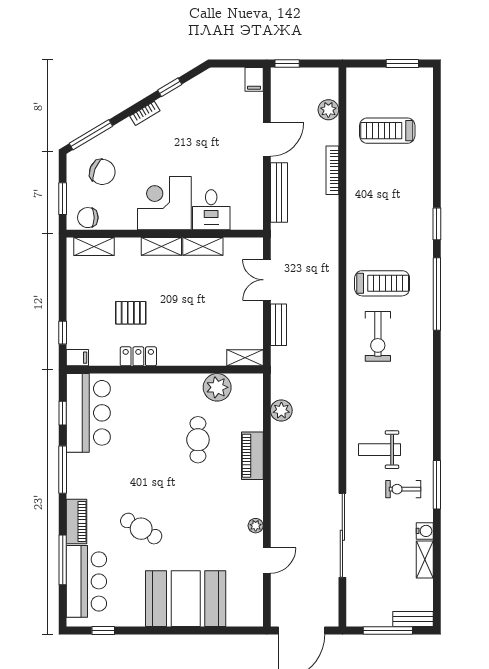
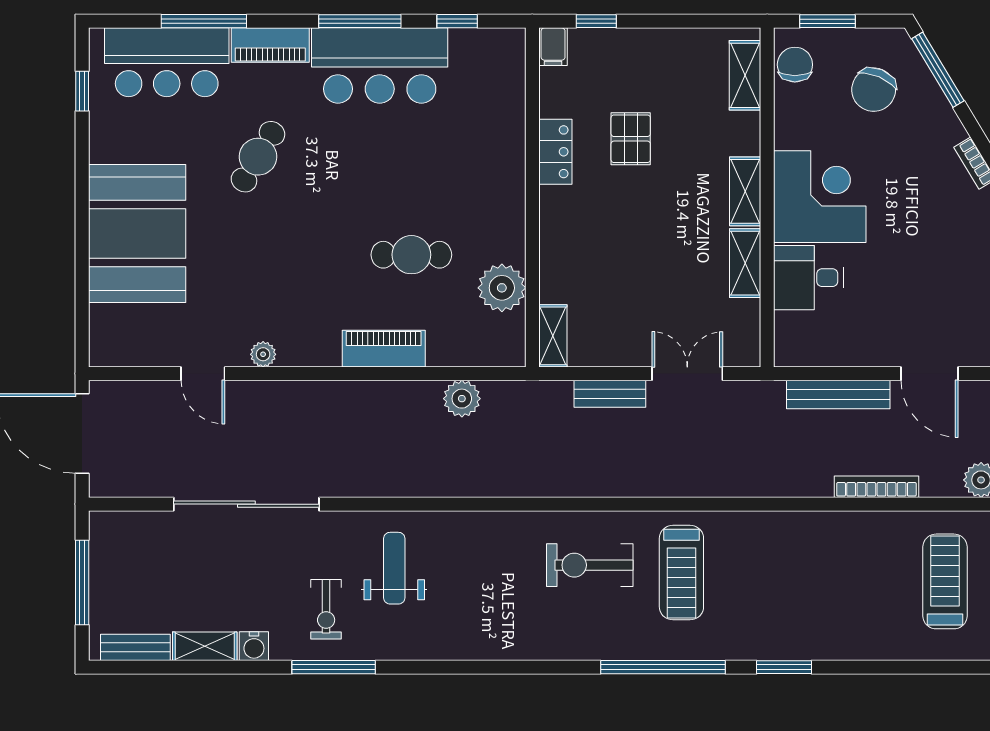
bar counter: (88, 413) -> (380, 66), moved
exercise bike: (403, 489) -> (326, 609), turned 180
bench: (413, 619) -> (135, 647), moved, turned 90

